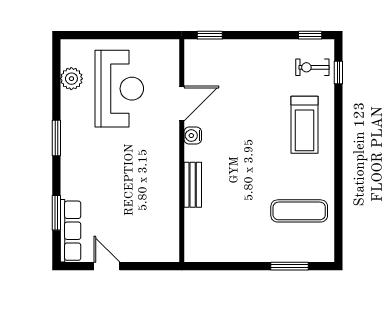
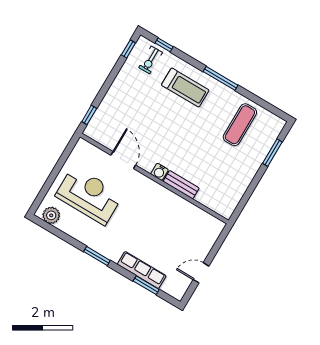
plant: (71, 79) -> (51, 215), moved
water cooler: (193, 136) -> (159, 172), moved
window: (338, 158) -> (221, 78), added
row of seats: (70, 231) -> (142, 270), moved

